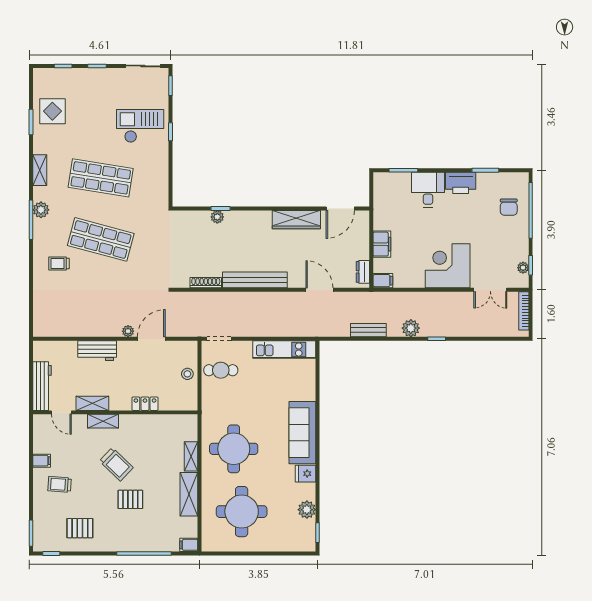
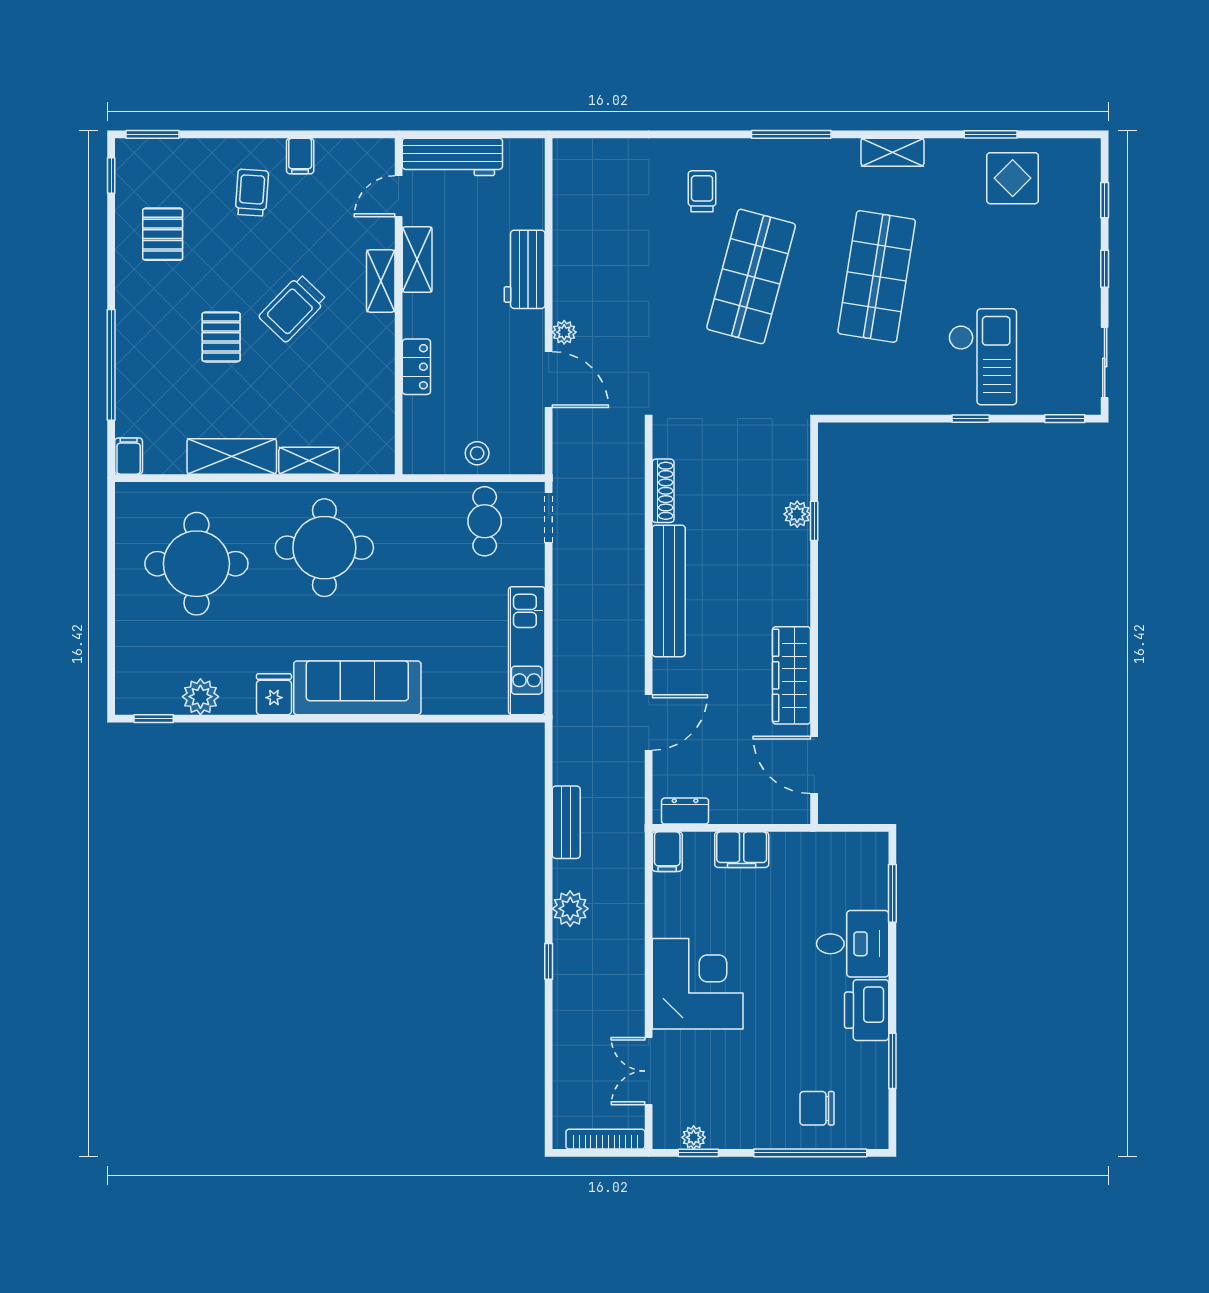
plant: (41, 210) -> (812, 155), removed

